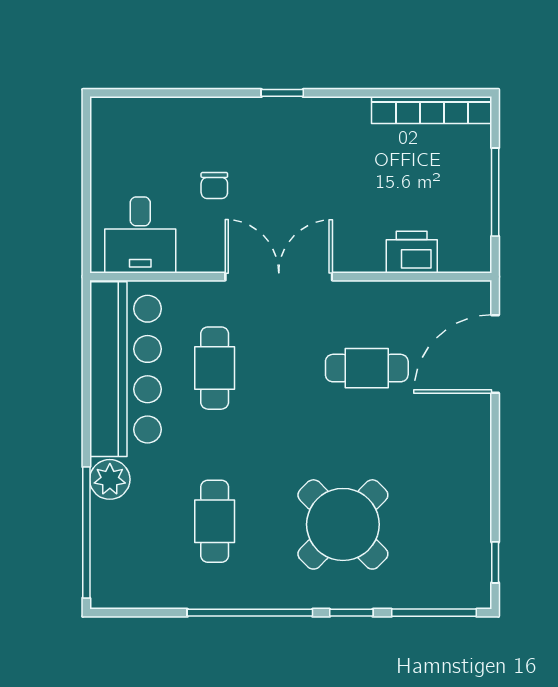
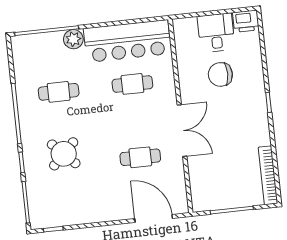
chair: (214, 186) -> (220, 74), width x1.87, depth x1.87
desk: (140, 235) -> (216, 33), moved, turned 90
printer: (412, 252) -> (246, 21), moved, turned 90
double door: (279, 277) -> (182, 131), moved
cafe table: (367, 368) -> (140, 157), turned 90
round table: (343, 524) -> (64, 154), width x0.73, depth x0.73

